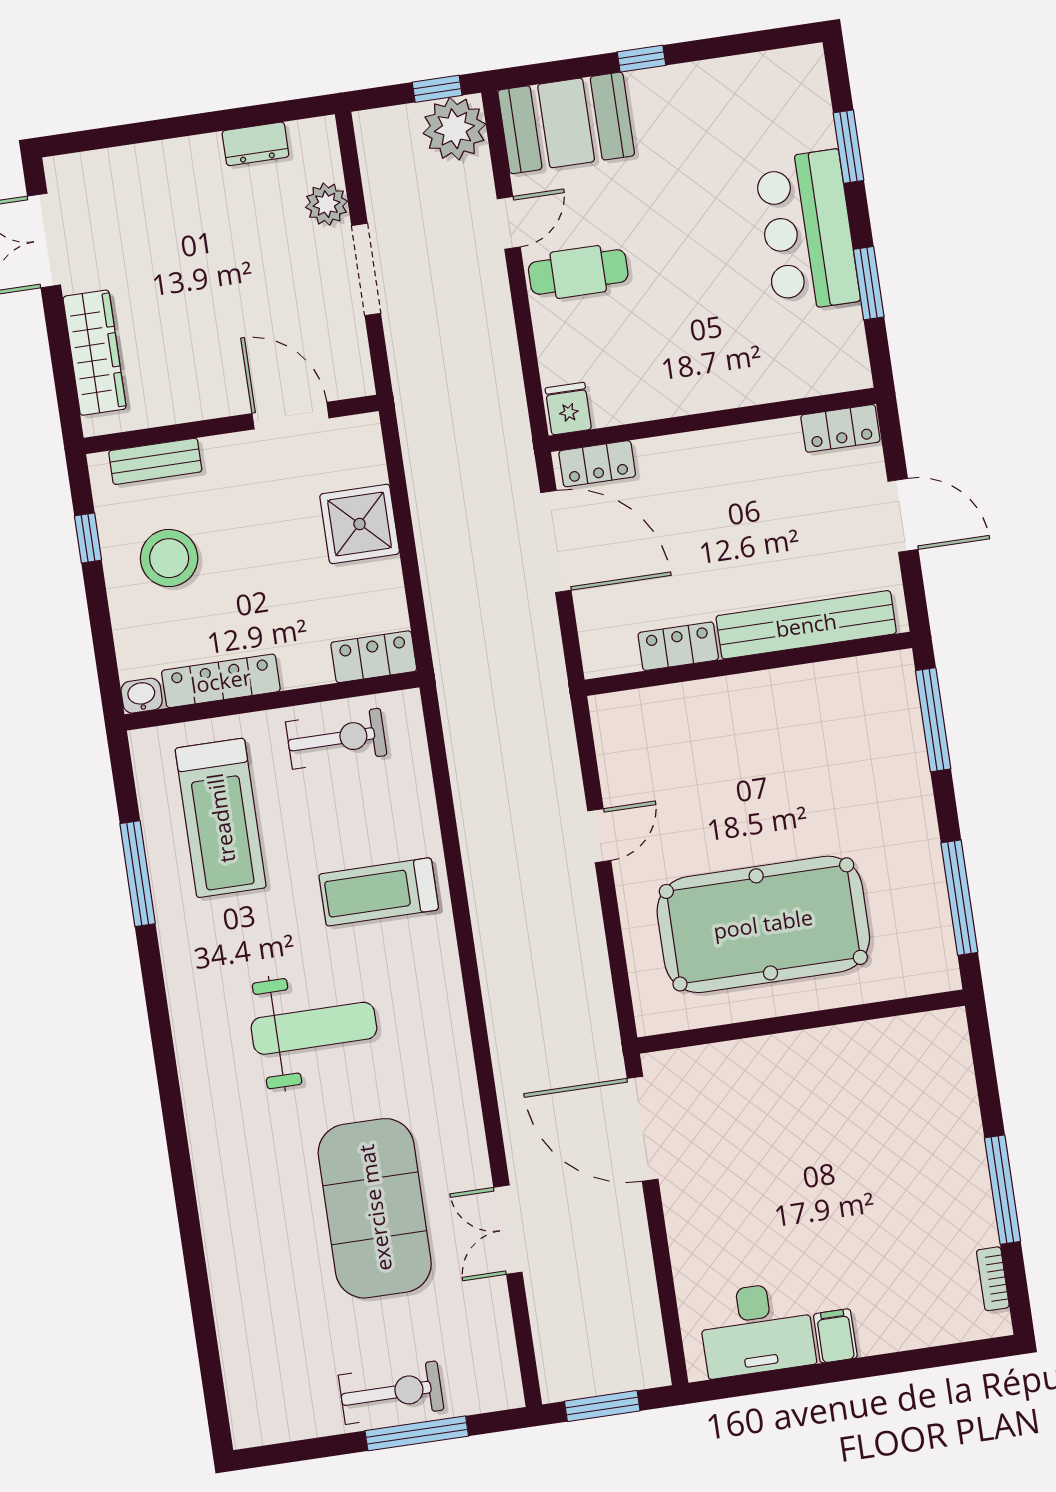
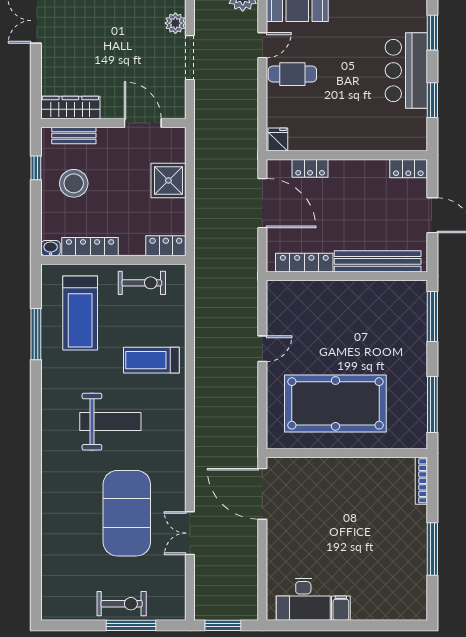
wardrobe: (95, 353) -> (70, 108), moved, turned -90
locker: (597, 464) -> (310, 168), moved
locker: (678, 646) -> (304, 263), width x1.53
bookcase: (993, 1279) -> (421, 481), moved, width x1.56

